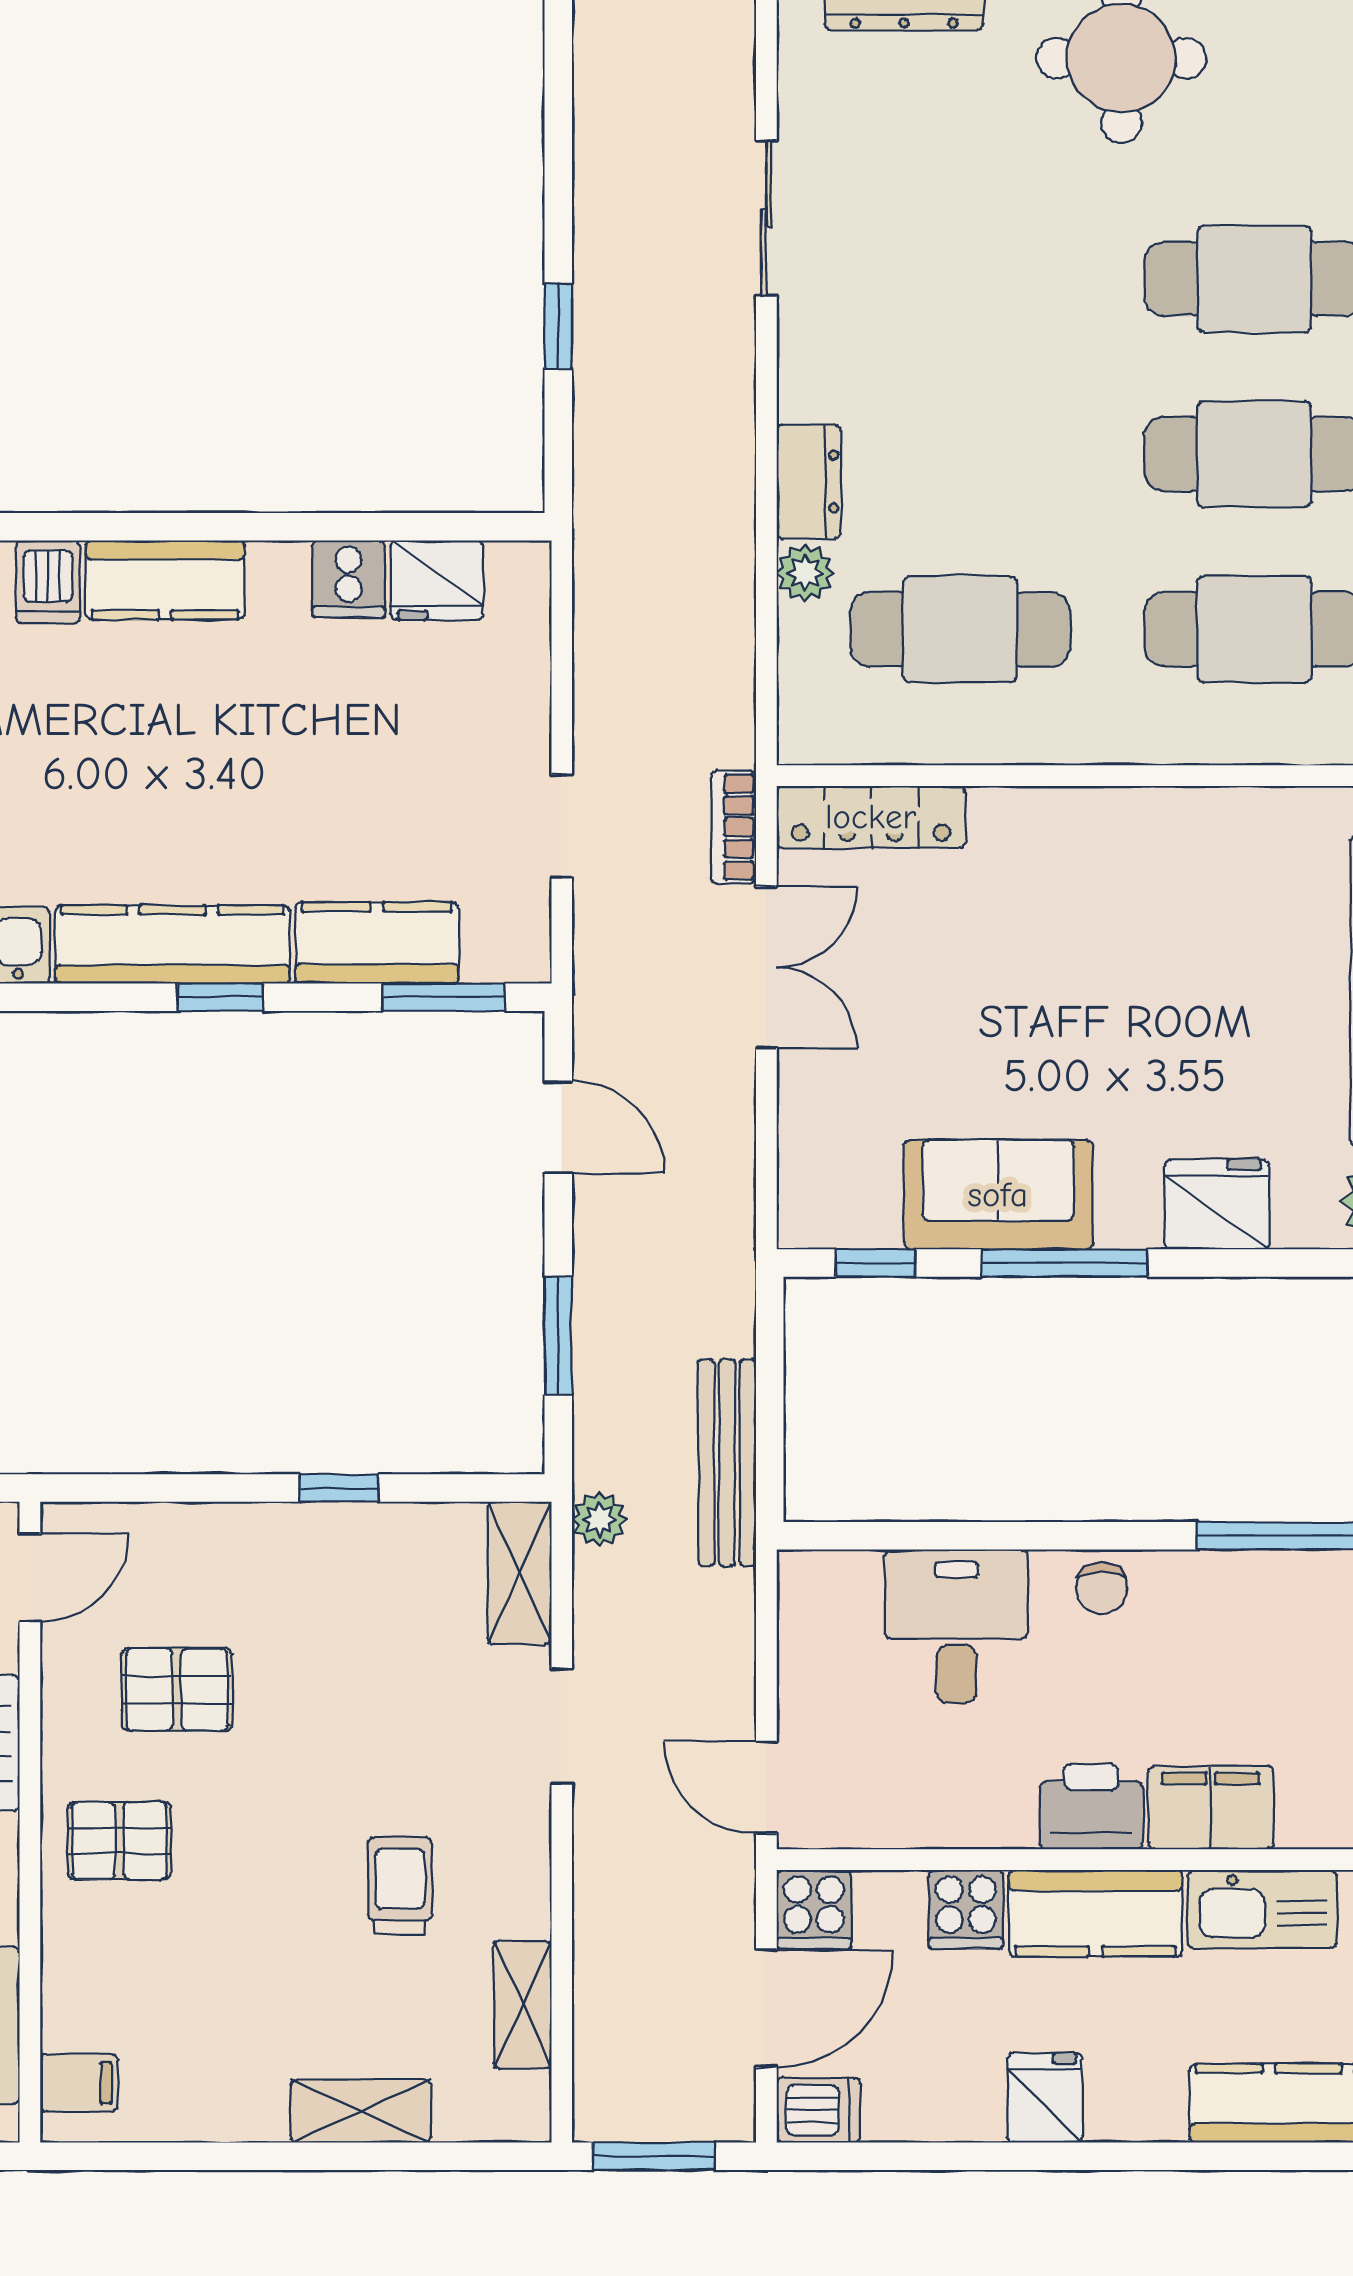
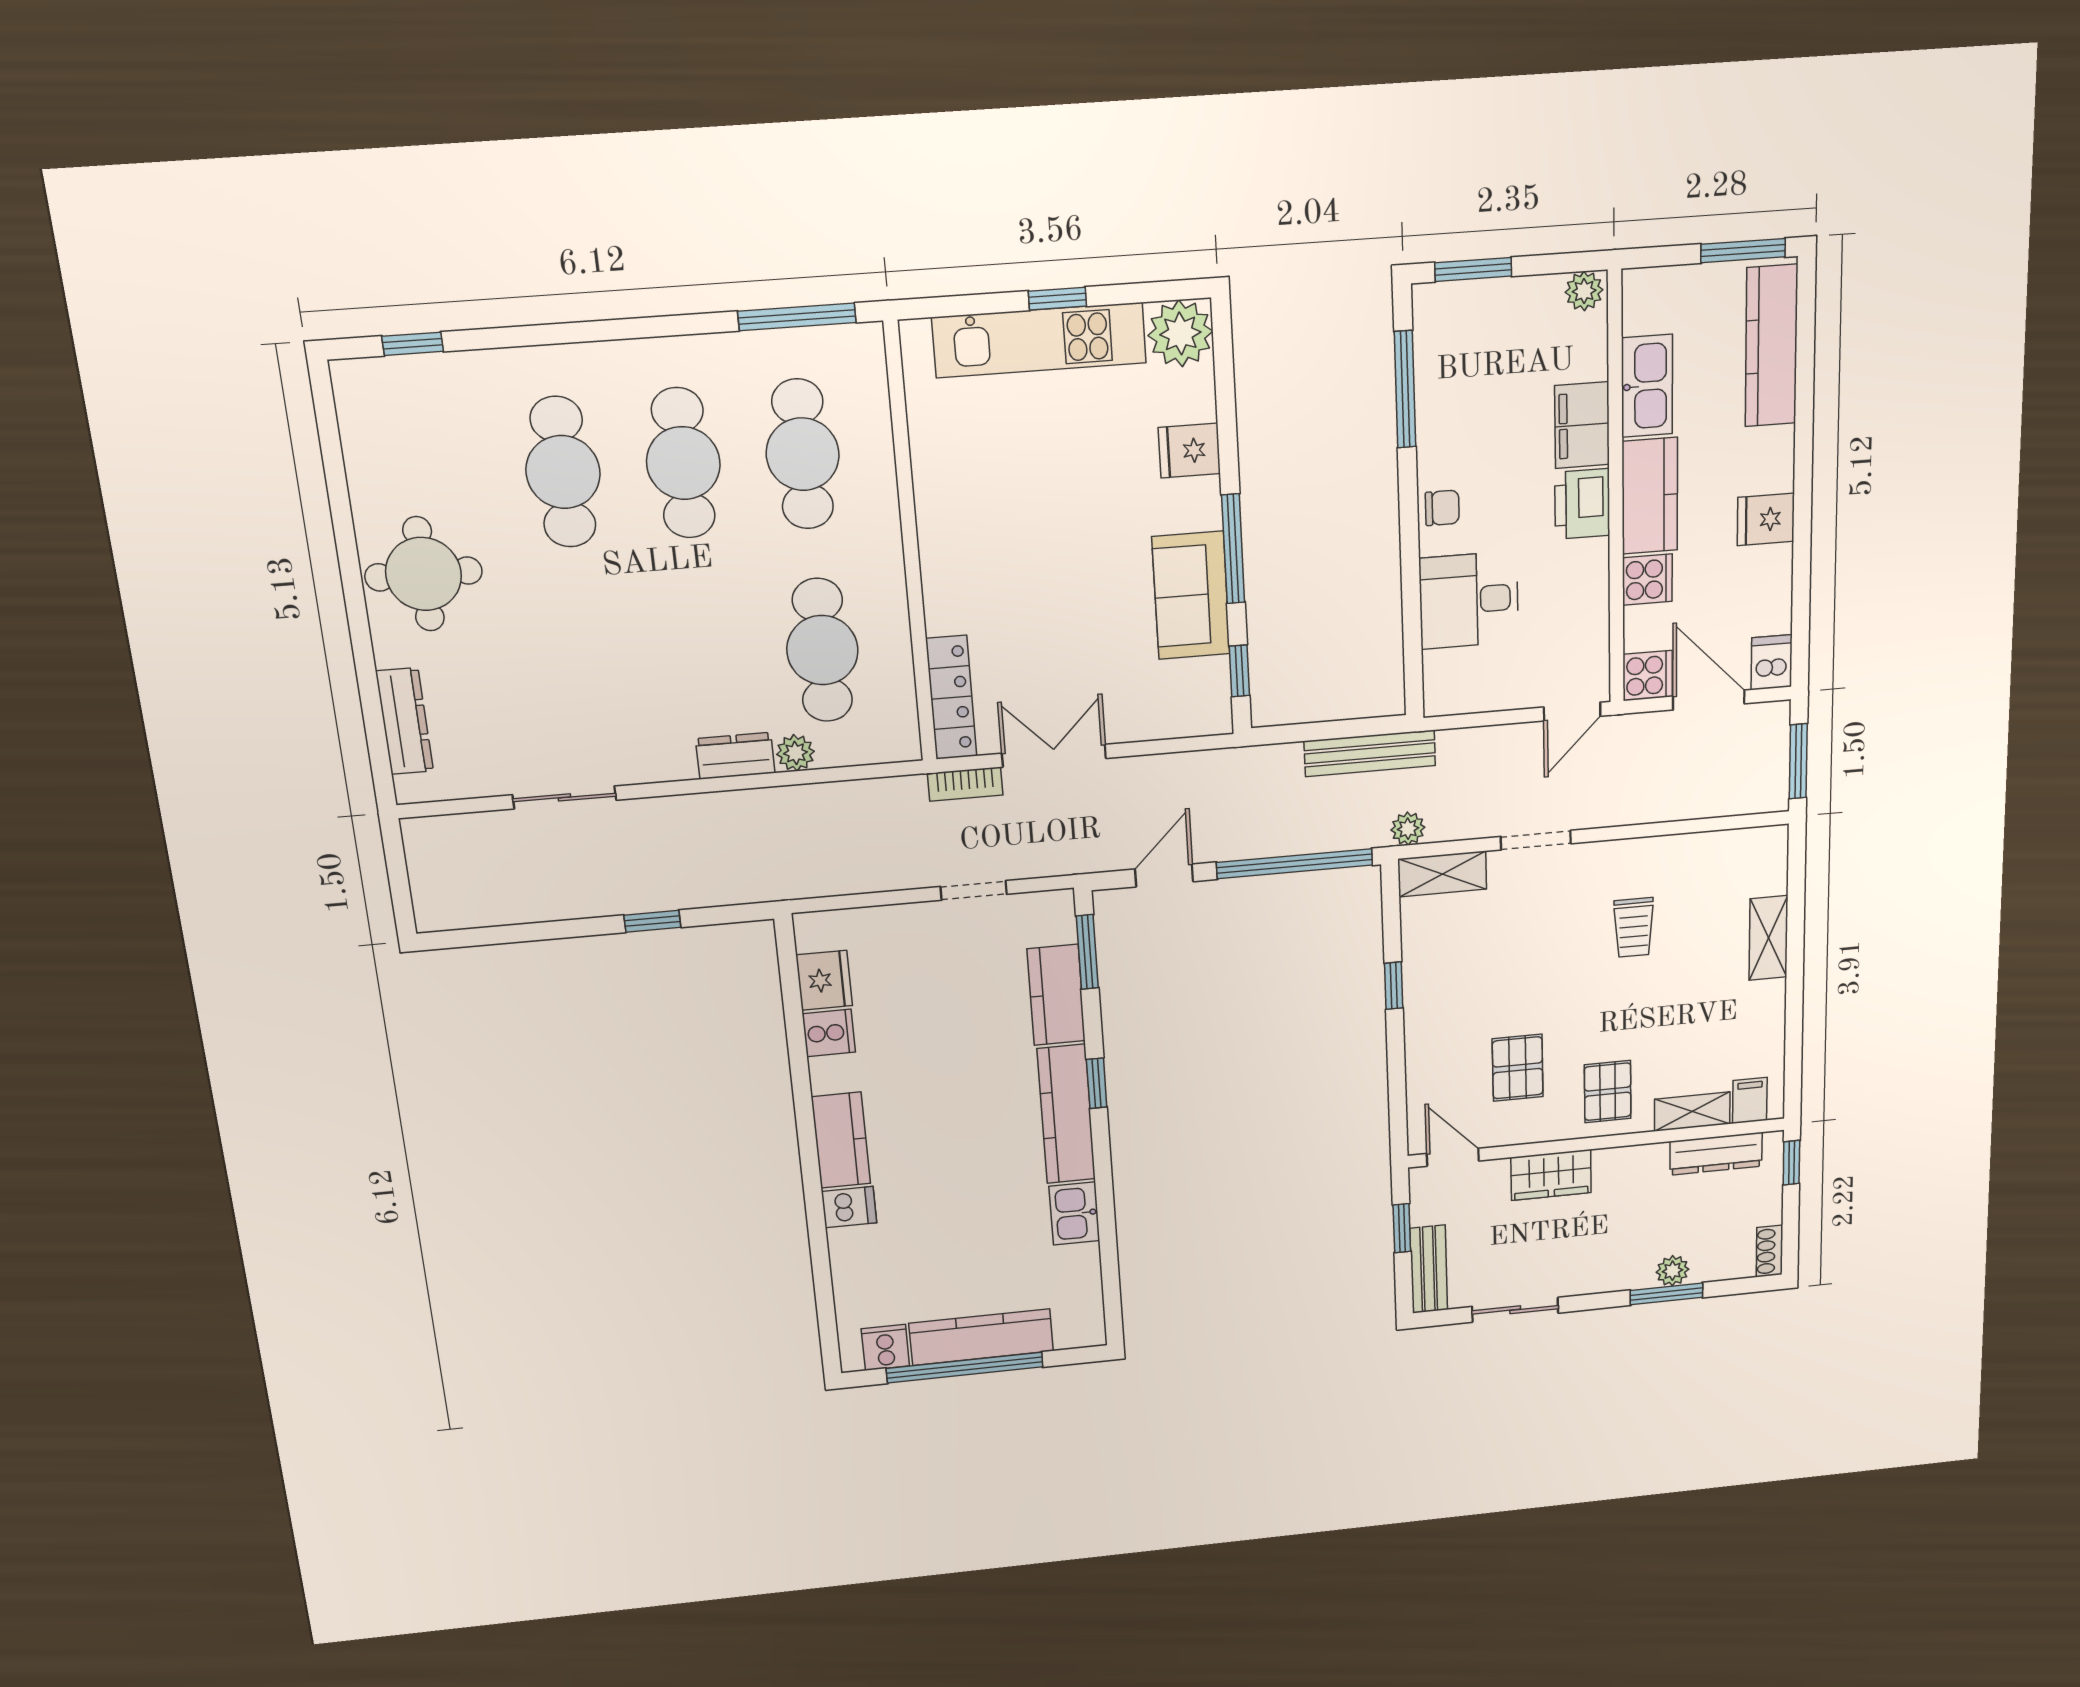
fridge: (1217, 1204) -> (1189, 451), width x0.72
window: (558, 1336) -> (1295, 864), width x2.11
trolley: (400, 1886) -> (1634, 928), turned -90
shelving: (523, 2004) -> (1692, 1112), moved

